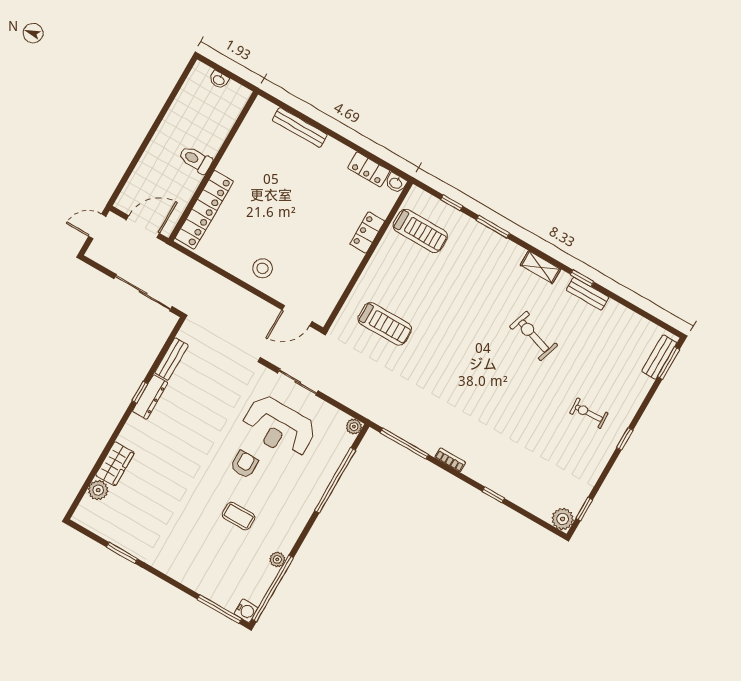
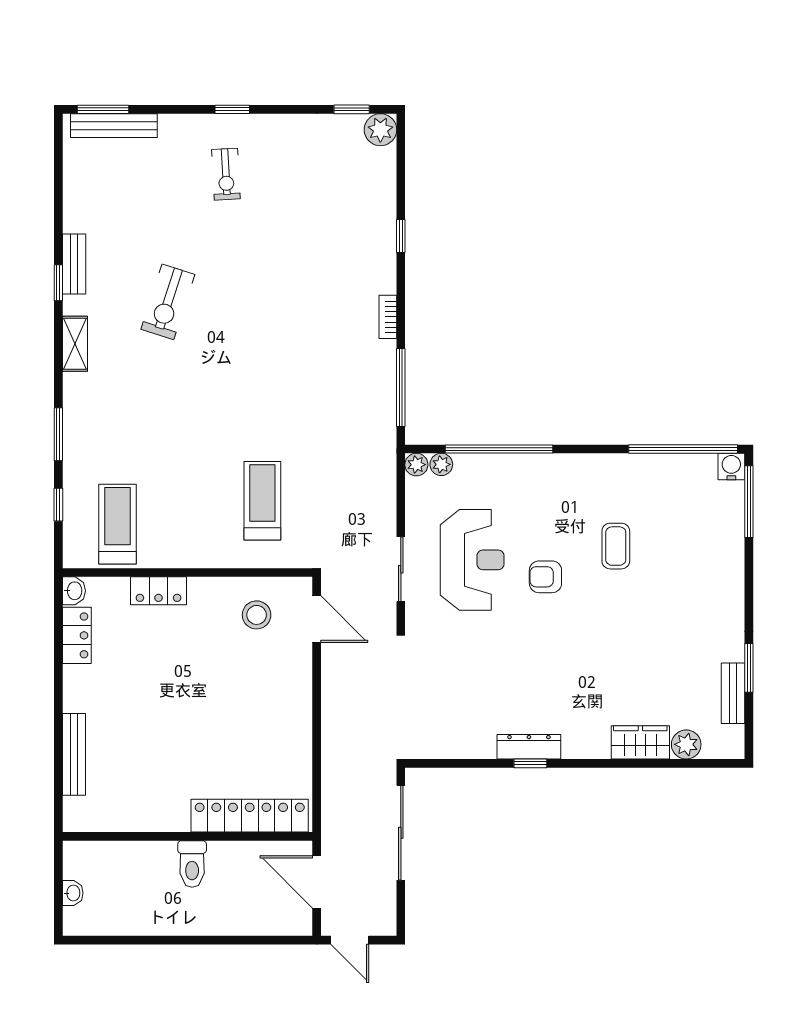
stool: (262, 268) -> (257, 615), moved
bench: (659, 357) -> (114, 126), width x1.36
bench: (171, 359) -> (733, 693), moved, turned 90
plant: (277, 559) -> (441, 464), moved

